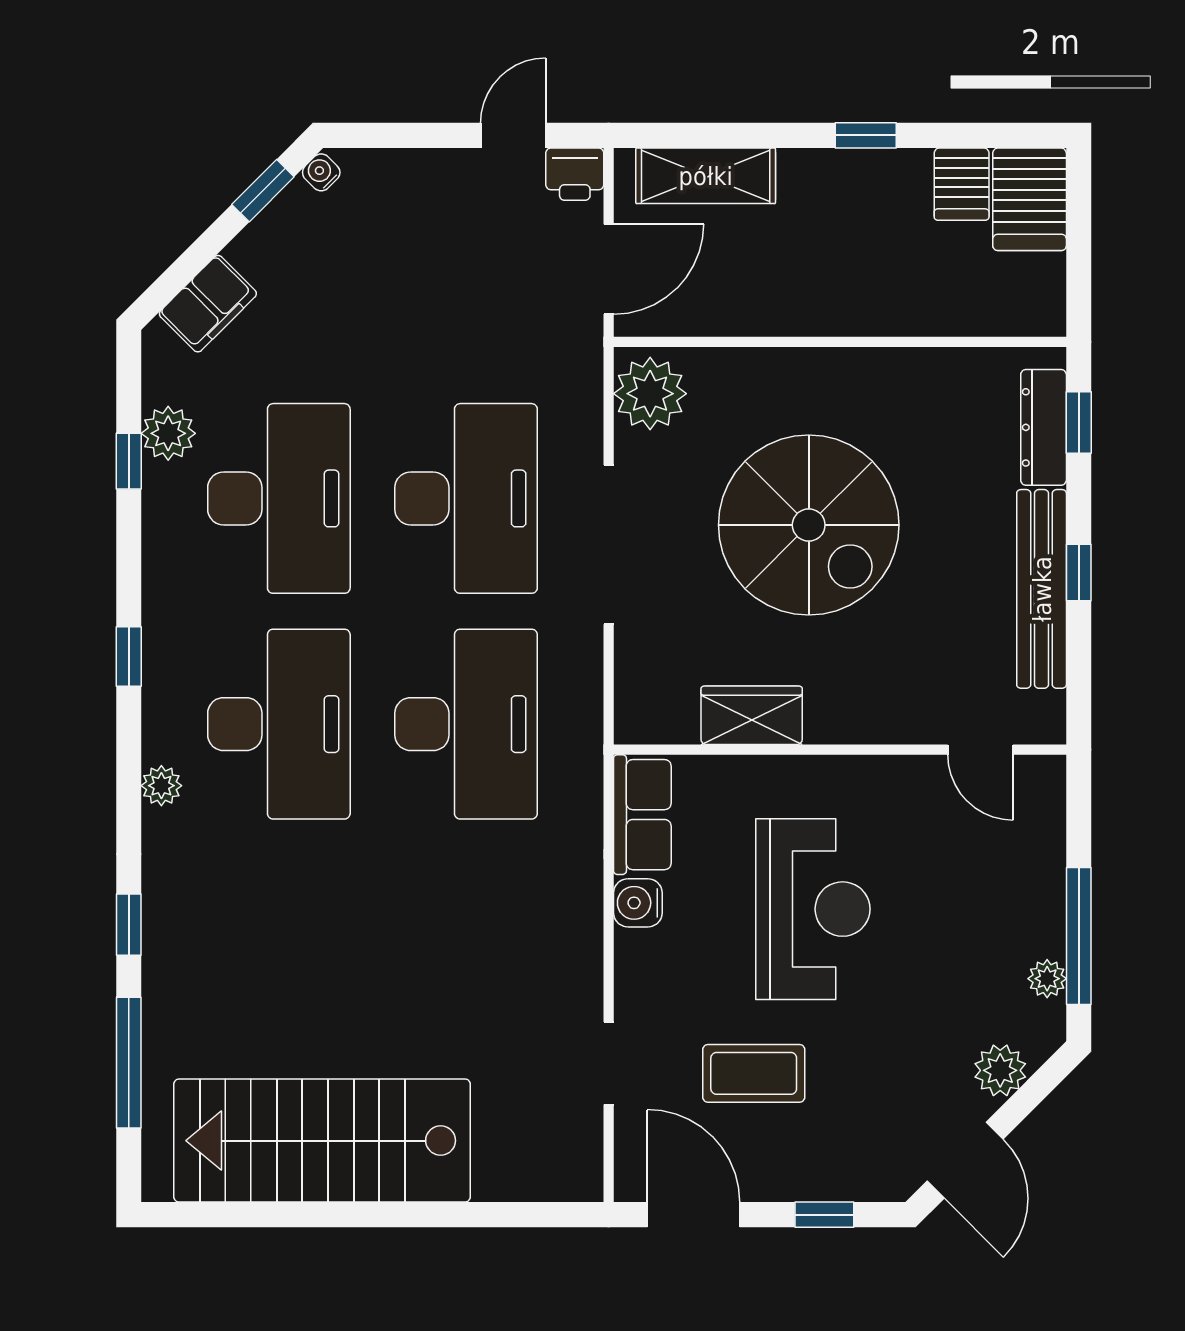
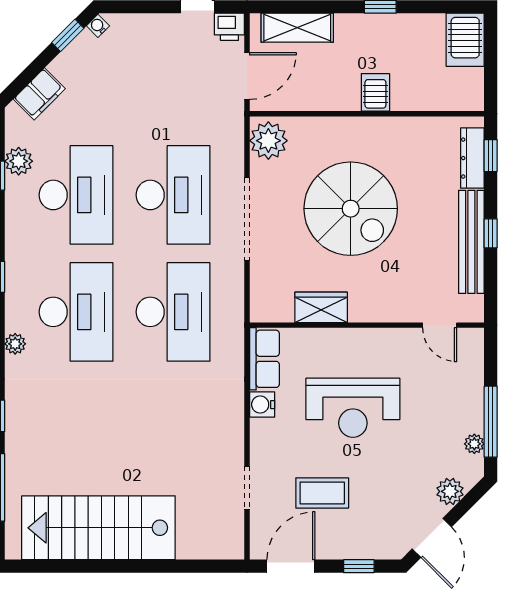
server rack: (962, 184) -> (375, 92), moved, turned 180
reception desk: (813, 909) -> (353, 408), turned 90
door: (693, 1215) -> (291, 566), hinge flipped

